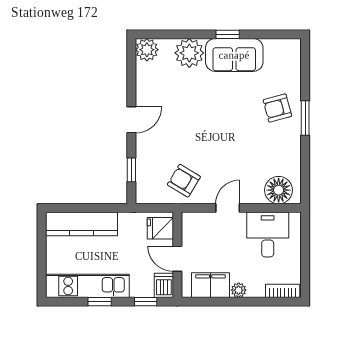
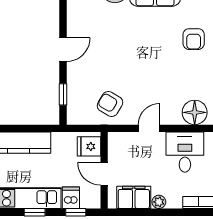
armchair: (277, 108) -> (194, 39), turned -75
dishwasher: (164, 285) -> (71, 198), moved

